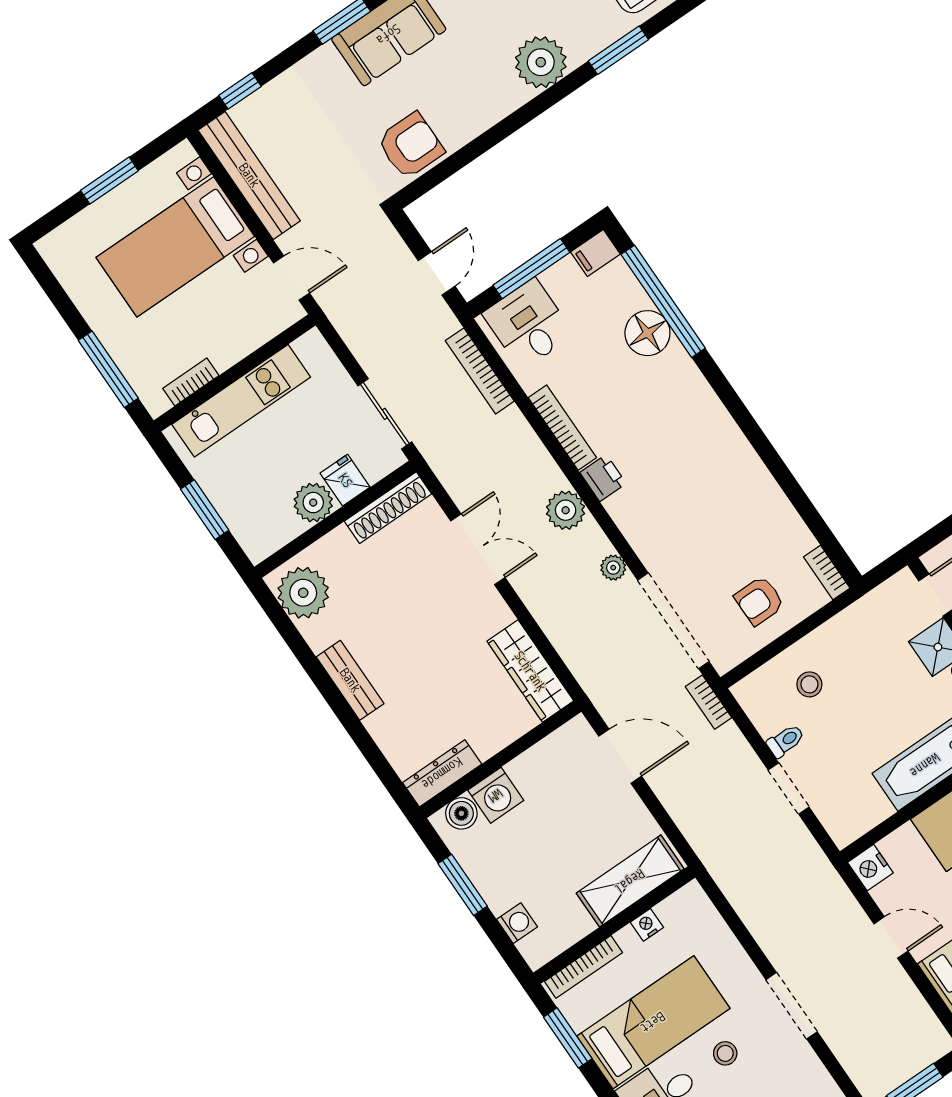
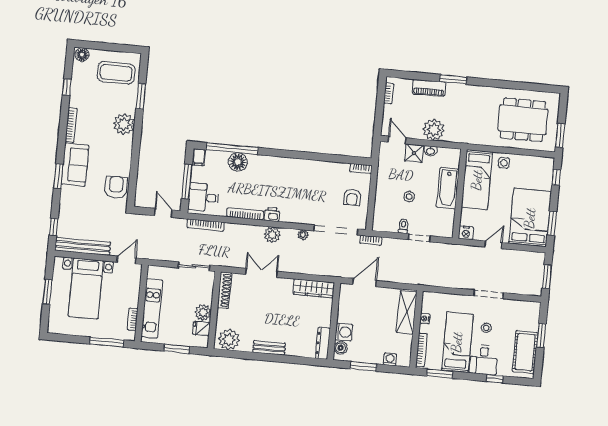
fridge: (345, 480) -> (201, 328), moved
stool: (809, 684) -> (409, 197), moved

